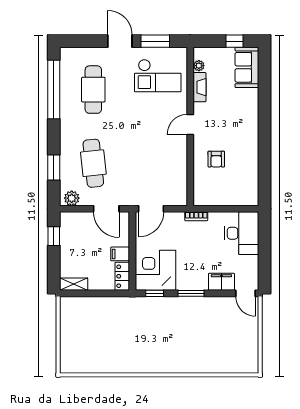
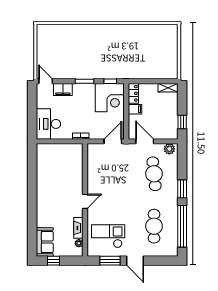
armchair: (216, 159) -> (67, 177), removed
window: (54, 168) -> (182, 189), moved

